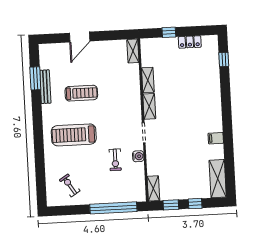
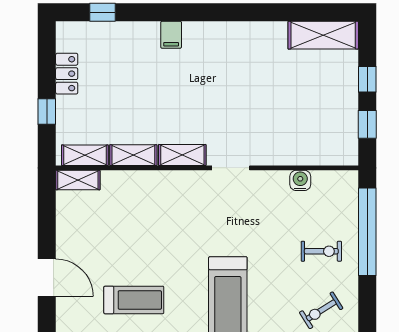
treadmill: (81, 93) -> (134, 300), moved, turned 90
filing cabinet: (216, 138) -> (171, 35), moved
water cooler: (138, 156) -> (300, 180), moved
exercise bike: (115, 160) -> (321, 251), moved
shelving: (153, 188) -> (85, 155), moved

